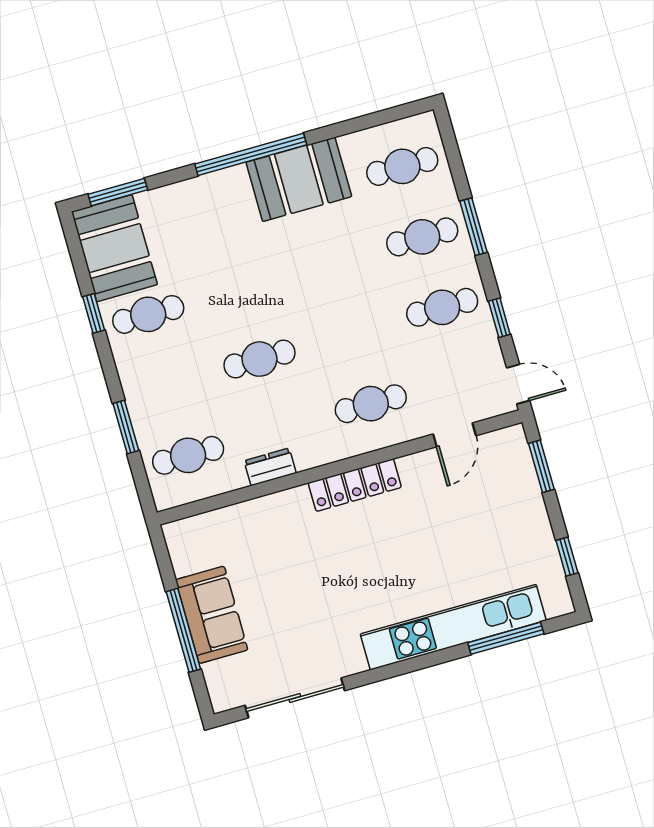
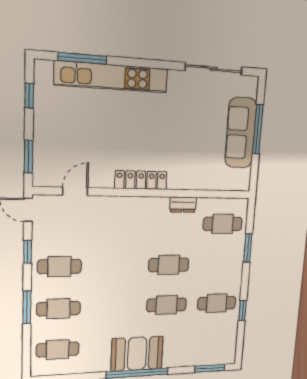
booth: (299, 179) -> (137, 354), moved
booth: (114, 248) -> (221, 341), removed
cafe table: (371, 404) -> (167, 305), moved
sofa: (212, 615) -> (241, 133), width x1.36

